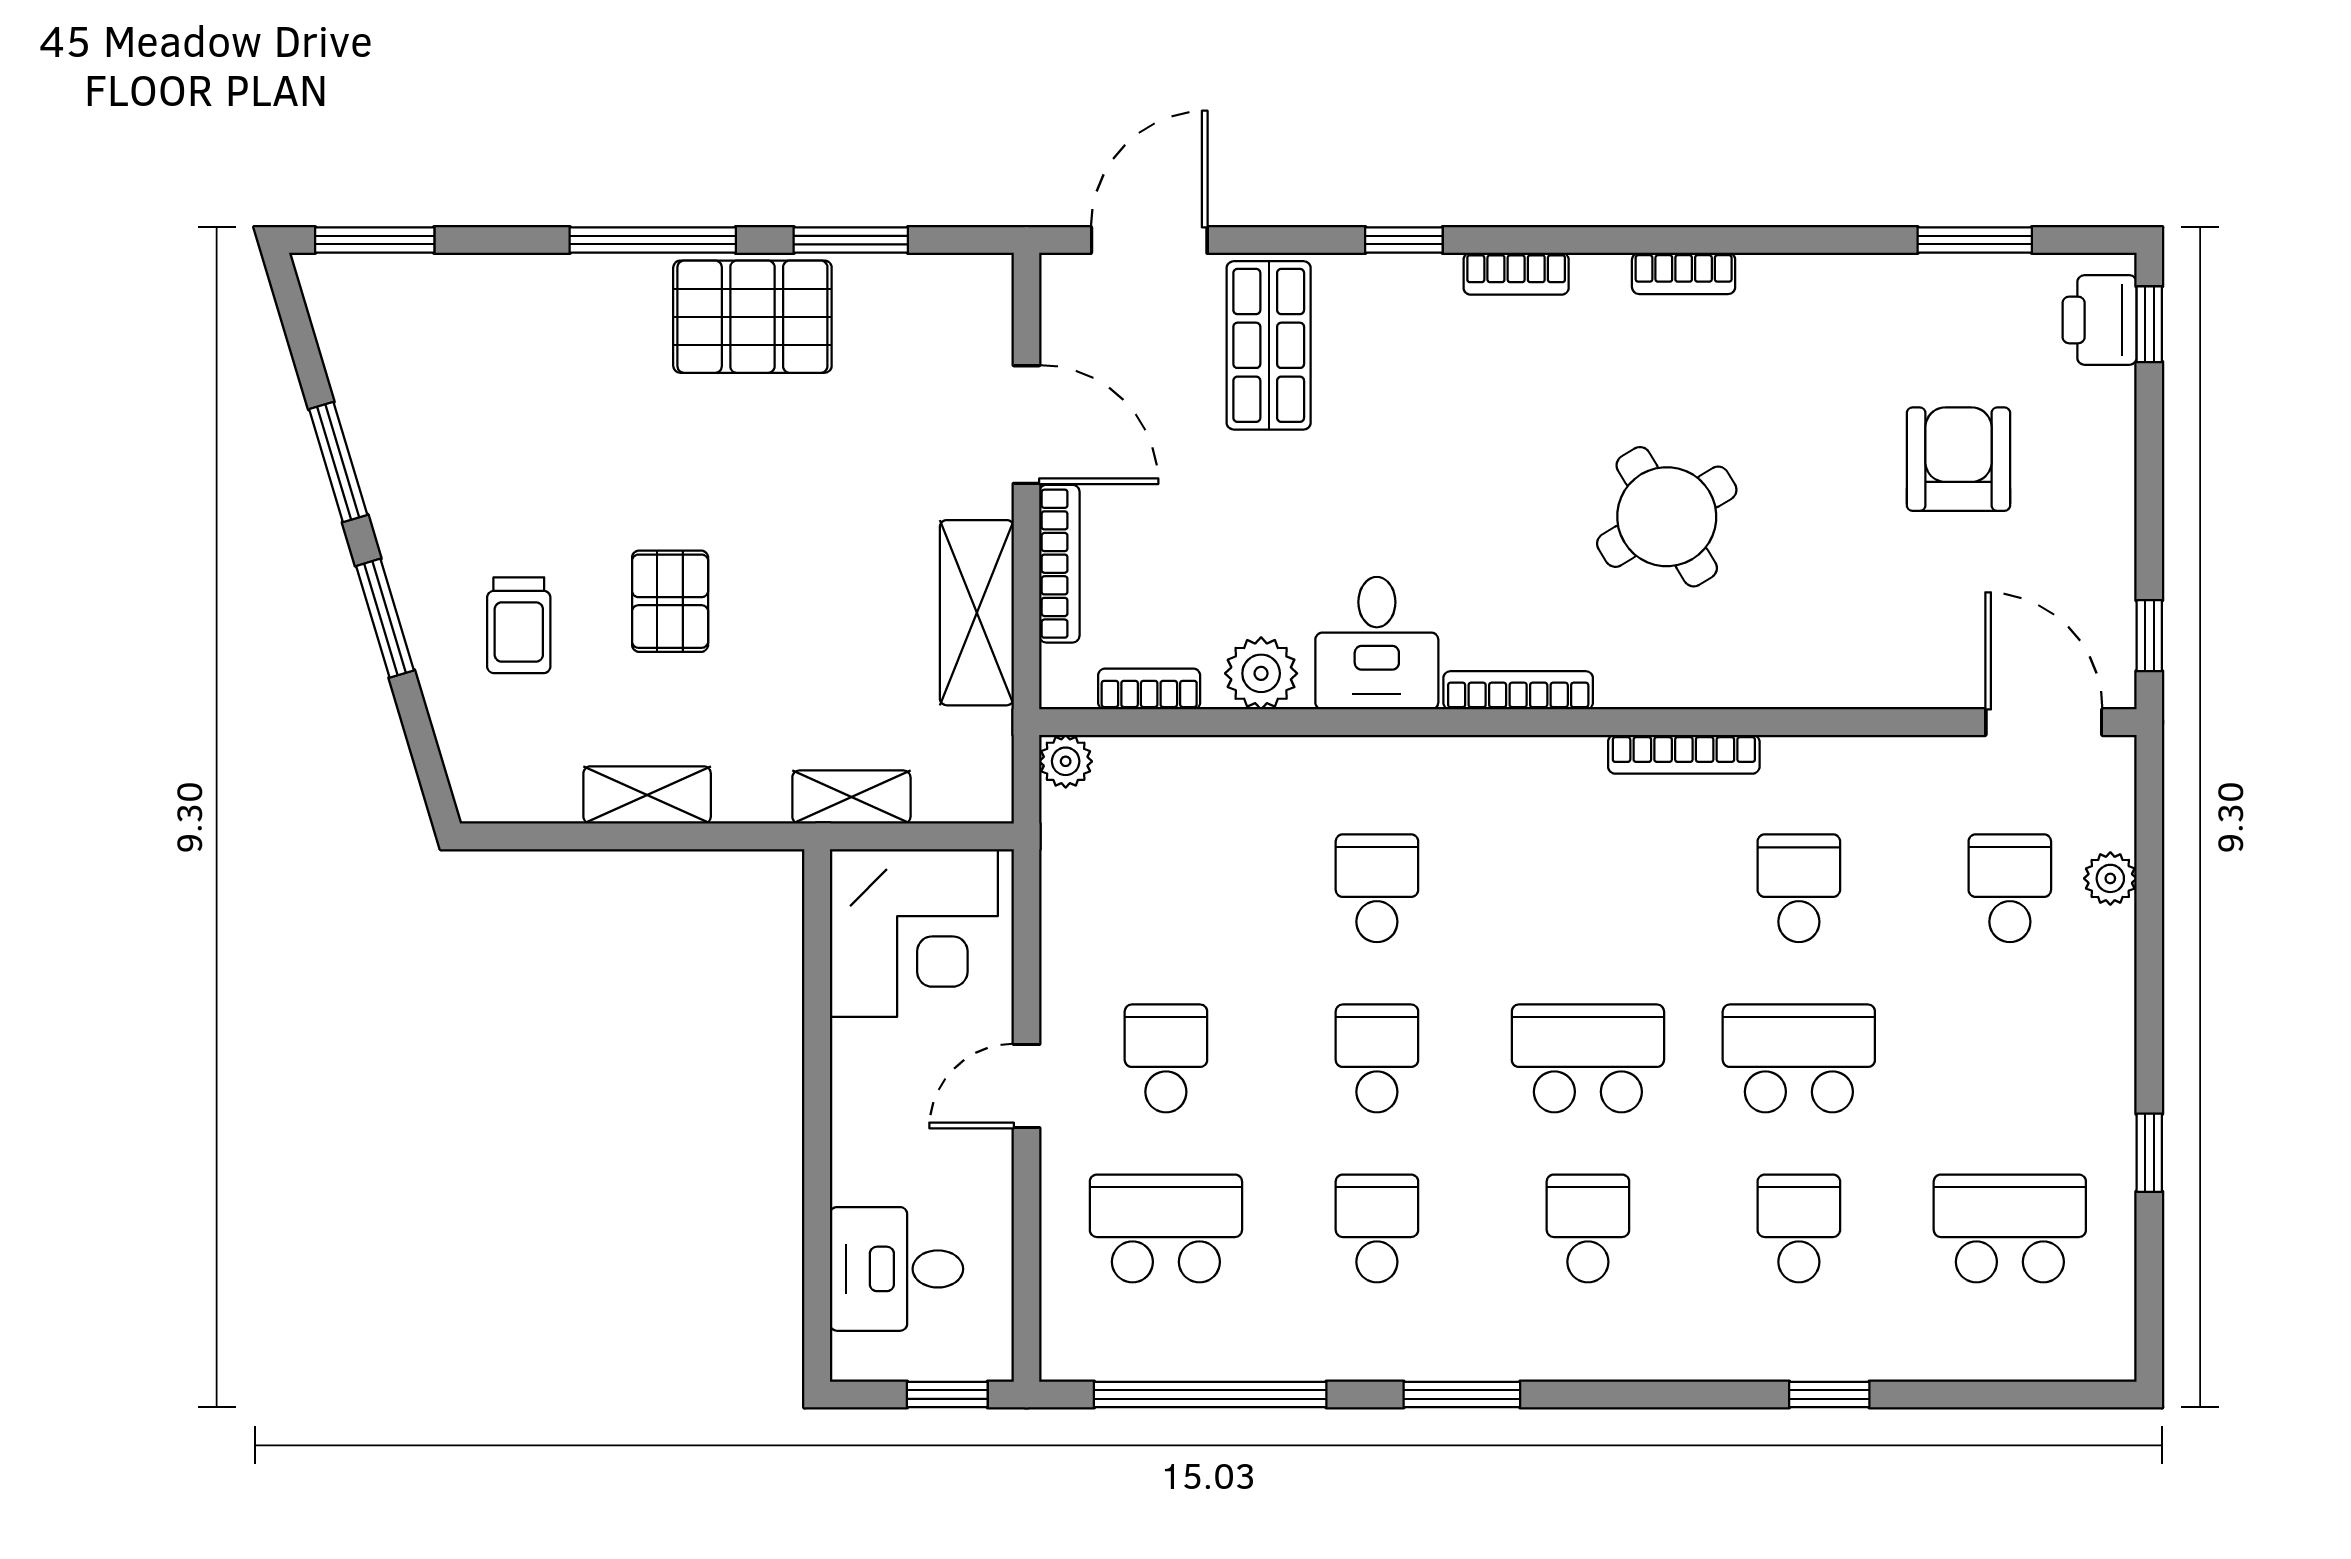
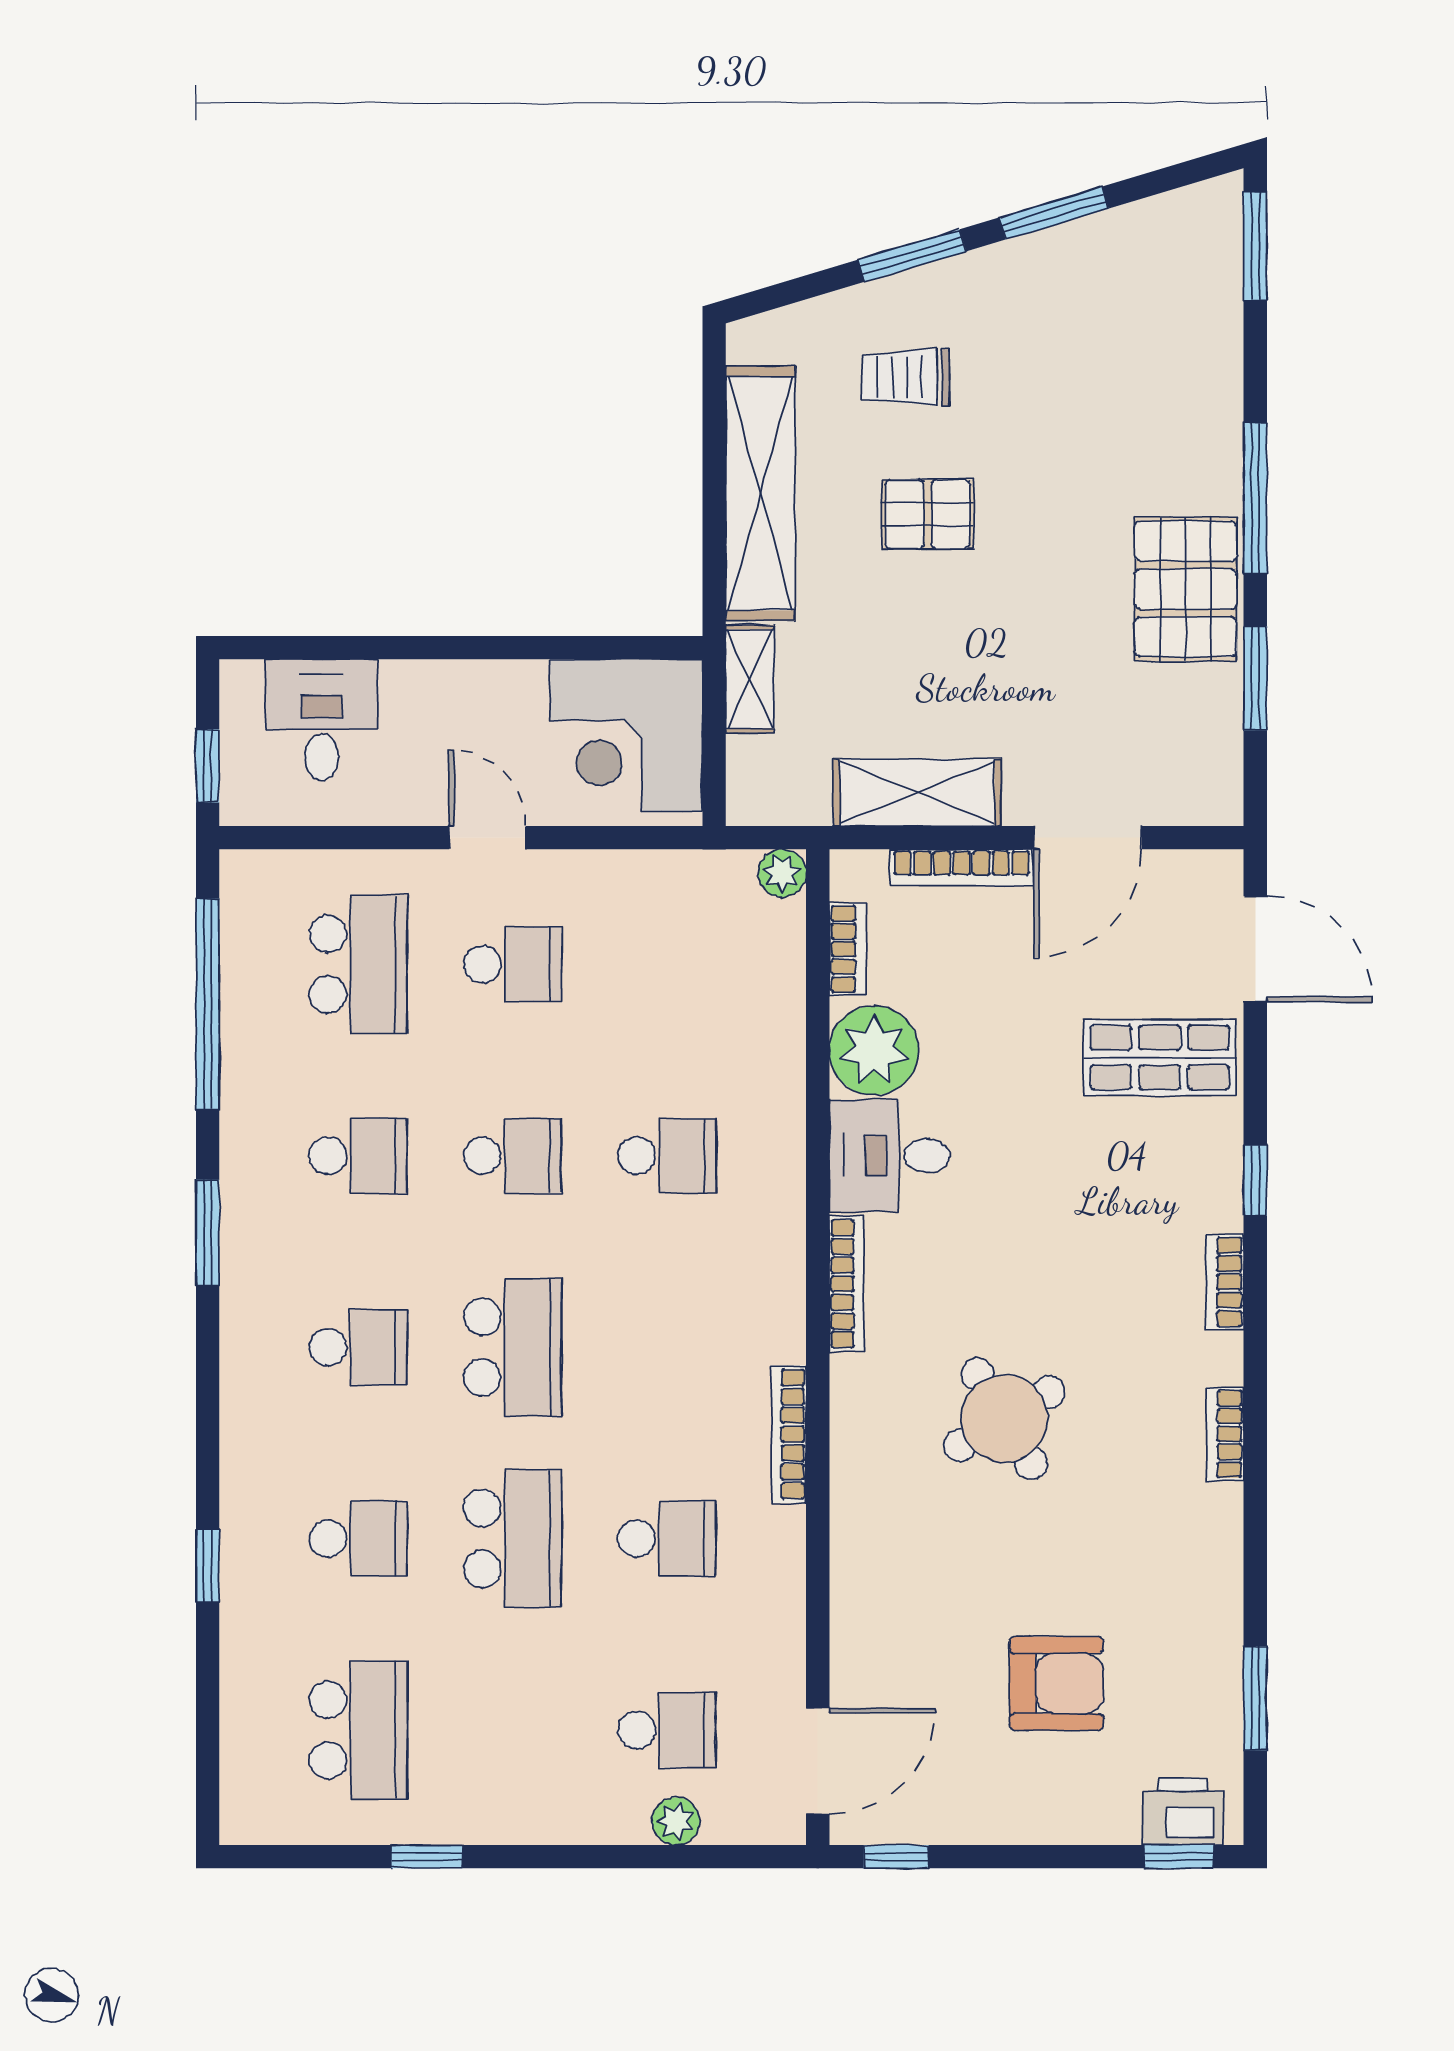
plant: (1261, 673) -> (874, 1051), width x1.36, depth x1.36
shelving: (647, 795) -> (760, 493), width x2.20, depth x1.33

